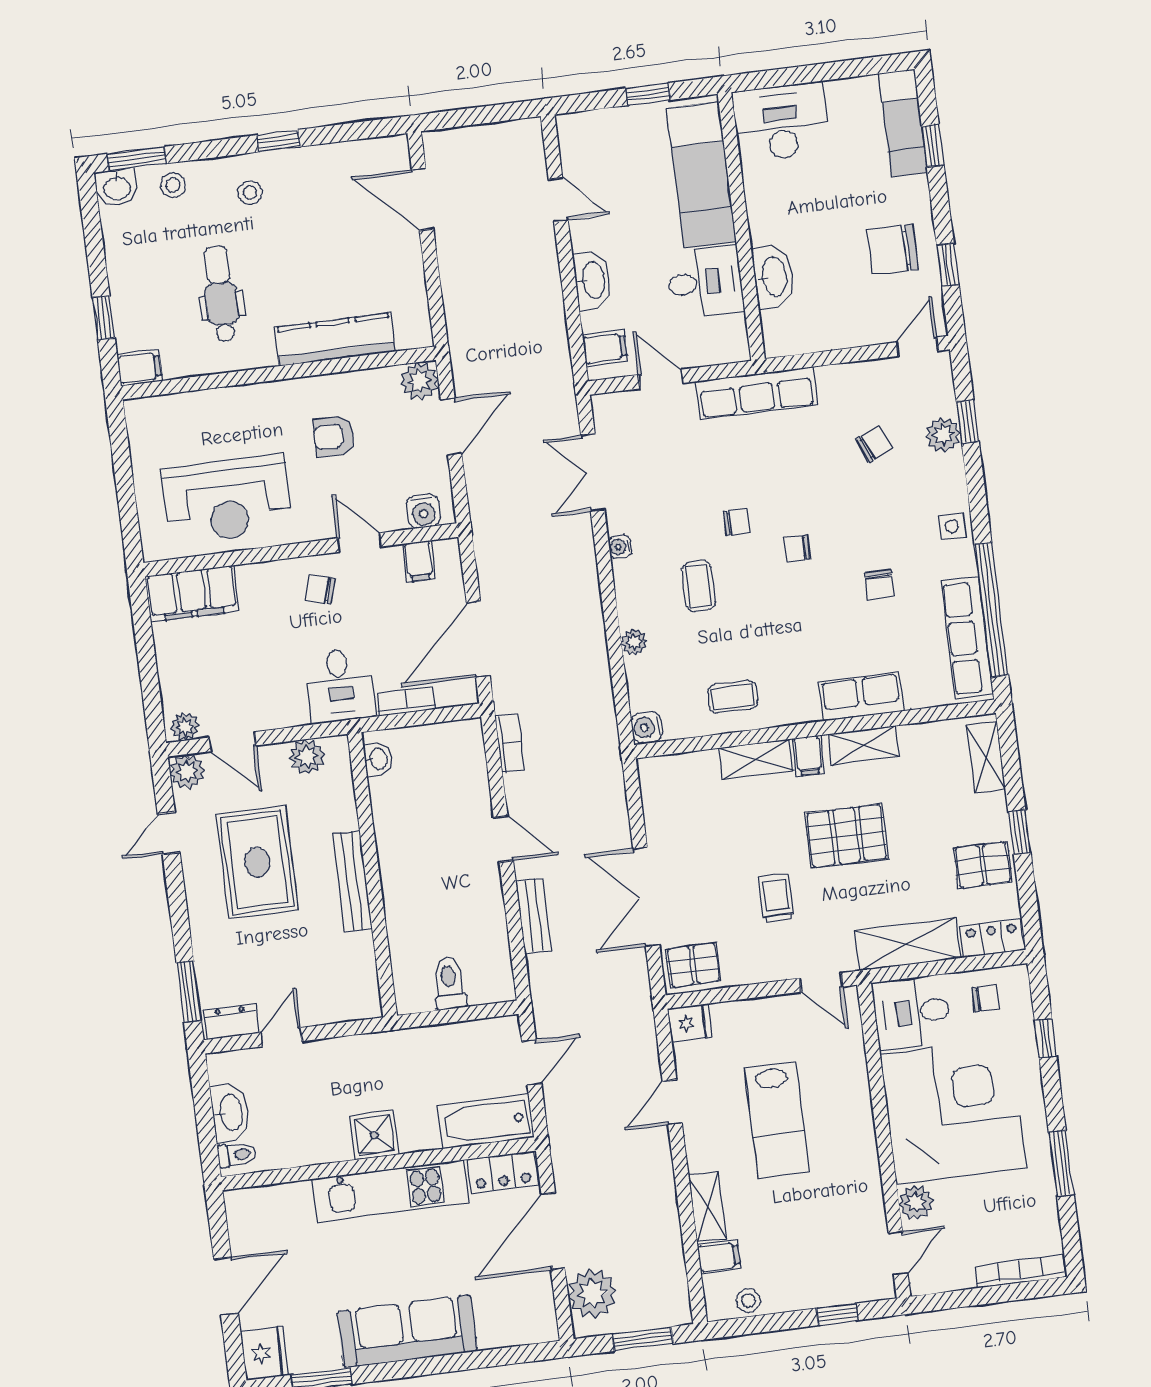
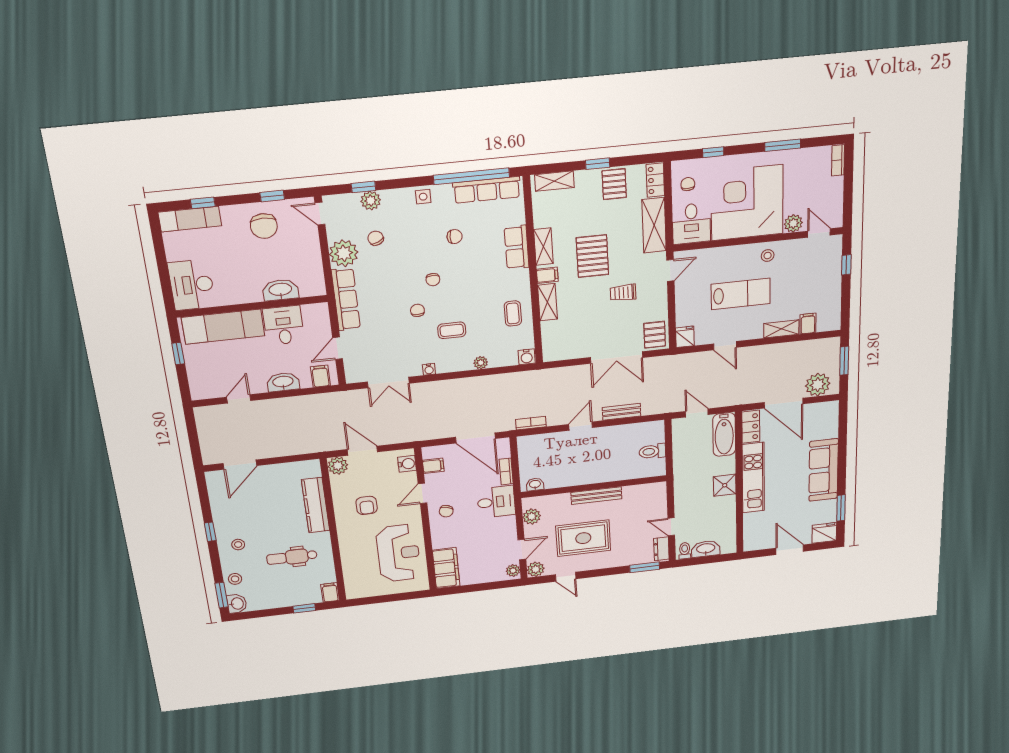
plant: (845, 388) -> (344, 253), added
toilet: (237, 1155) -> (685, 551), moved
bookcase: (1020, 1271) -> (838, 160), width x0.64
stool: (748, 1300) -> (768, 256), moved

